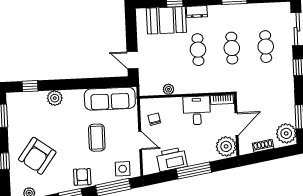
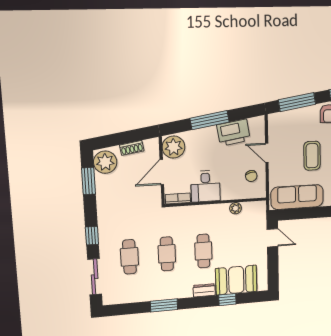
side table: (123, 169) -> (286, 122), removed

